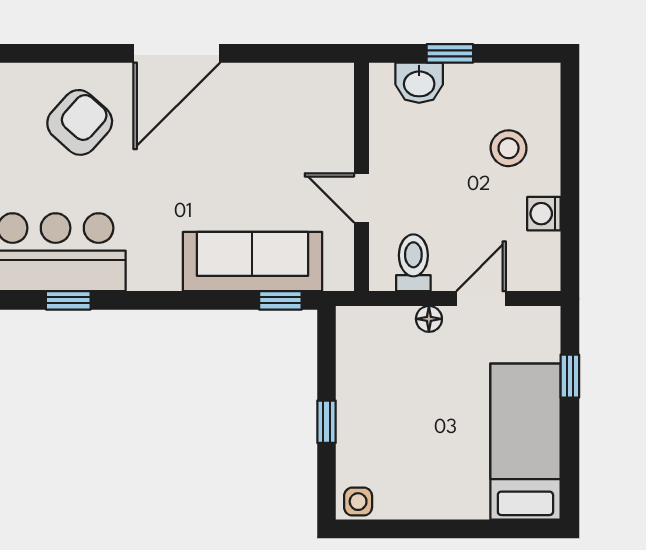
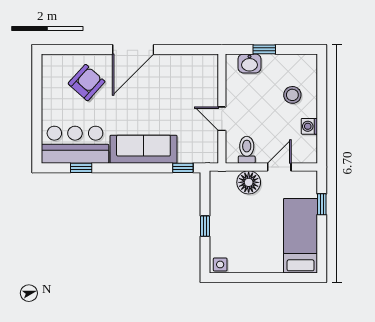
sofa: (252, 262) -> (143, 149), moved
floor lamp: (429, 319) -> (249, 182), width x1.89, depth x1.89

